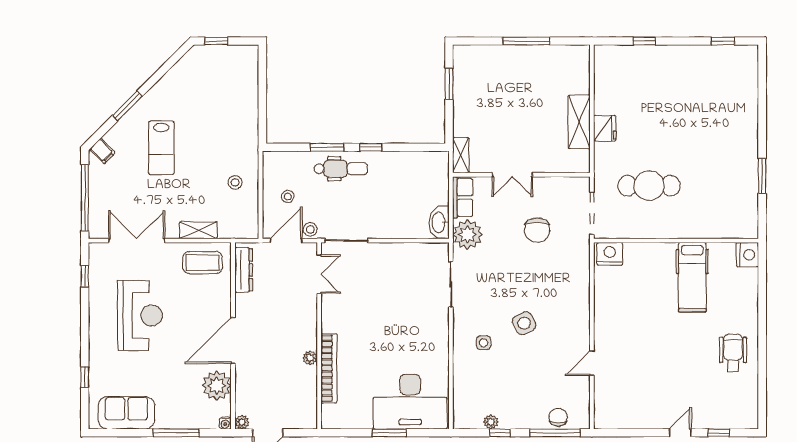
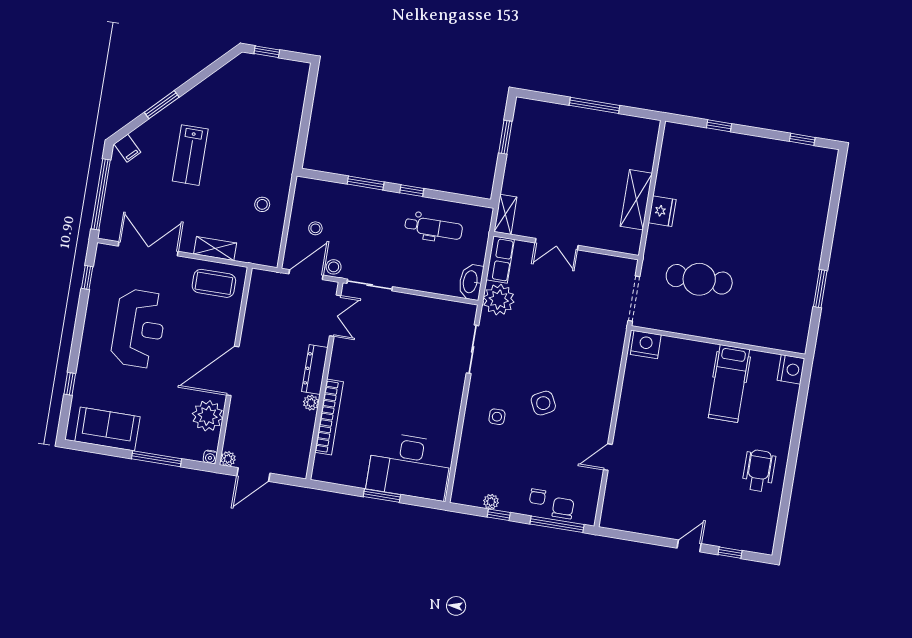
dental chair: (341, 169) -> (434, 228), moved
chair: (537, 230) -> (538, 497), moved, width x0.54, depth x0.54
dresser: (244, 270) -> (315, 369), moved, turned 180

